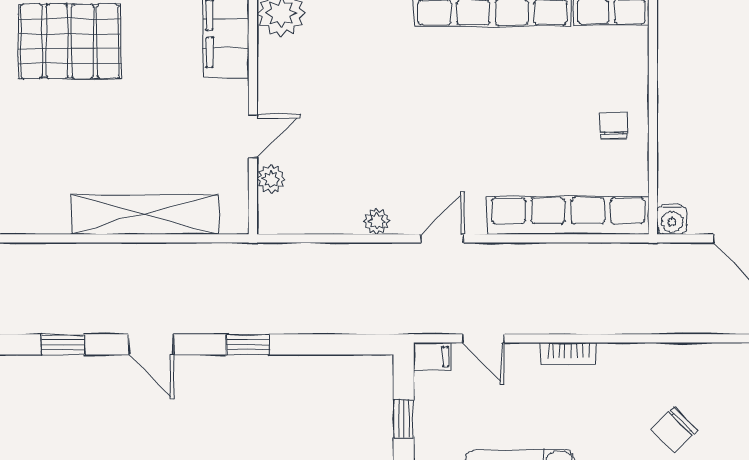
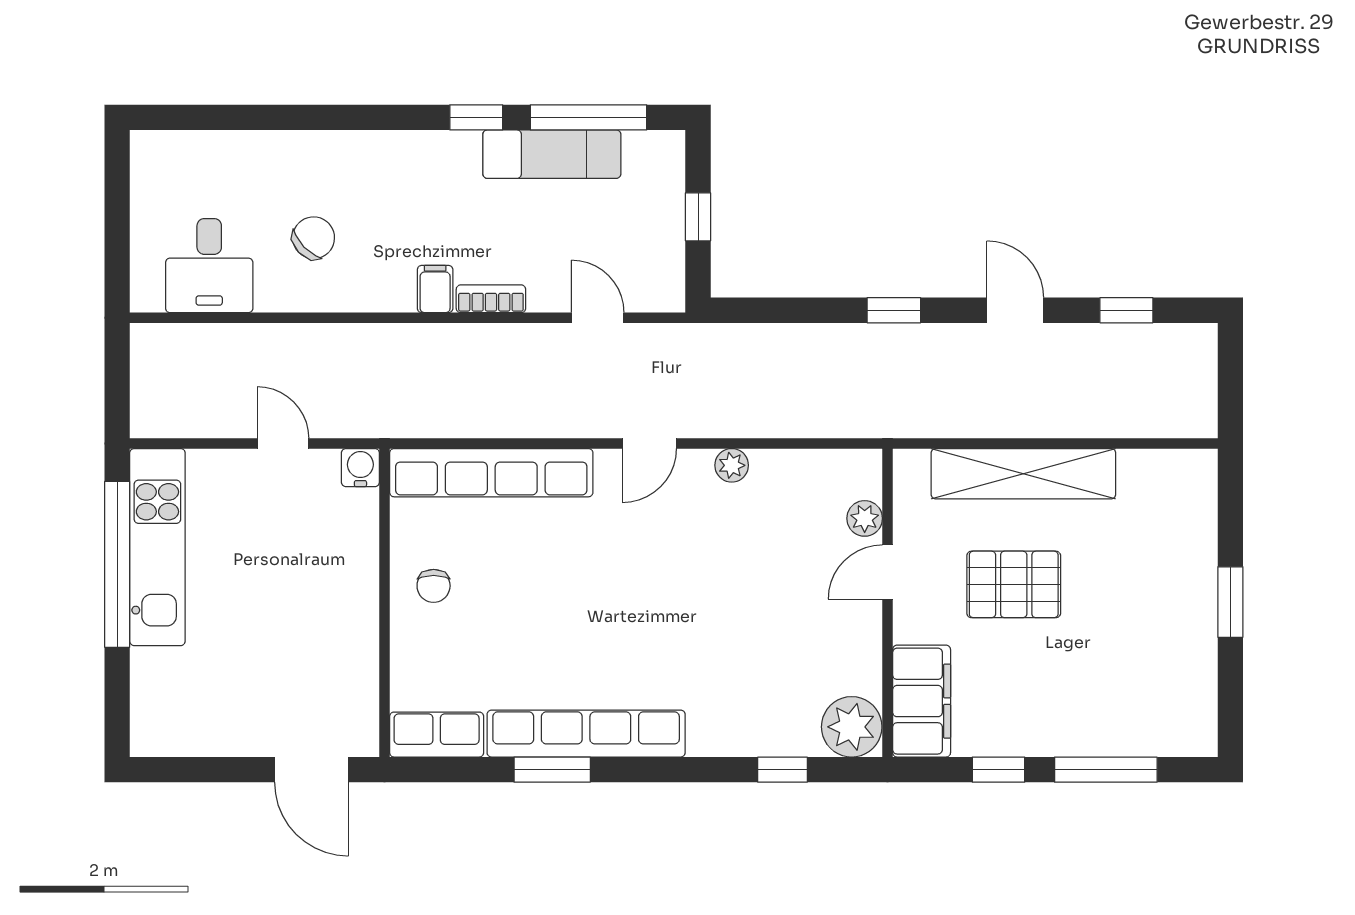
pallet: (70, 41) -> (1014, 584), moved, width x0.73, depth x0.71
filing cabinet: (432, 357) -> (435, 289), moved, turned 90
chair: (674, 430) -> (314, 238), moved

